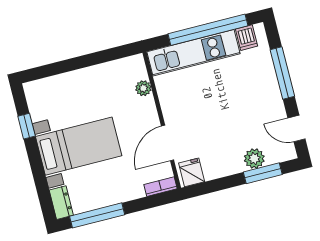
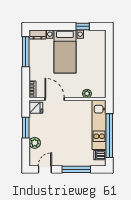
window: (263, 173) -> (26, 128), moved

